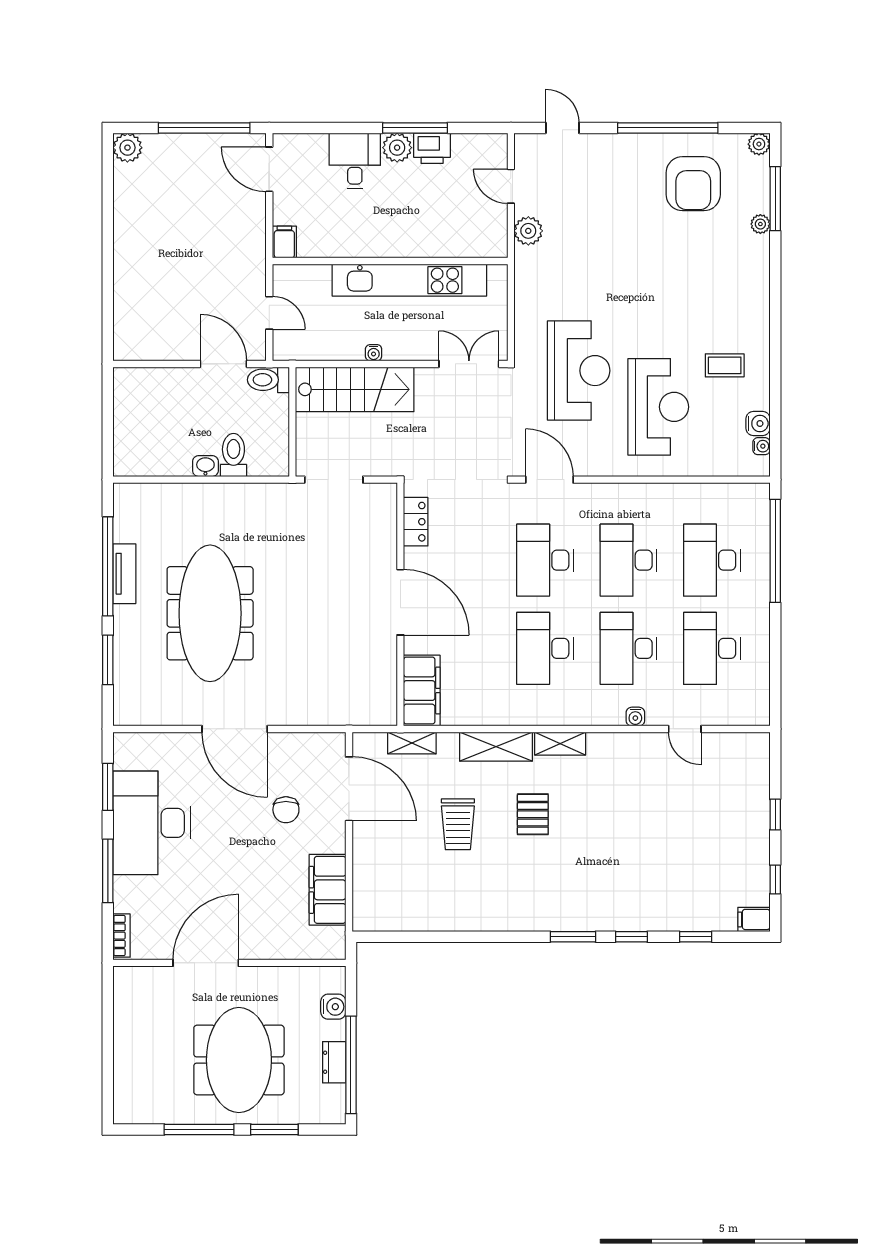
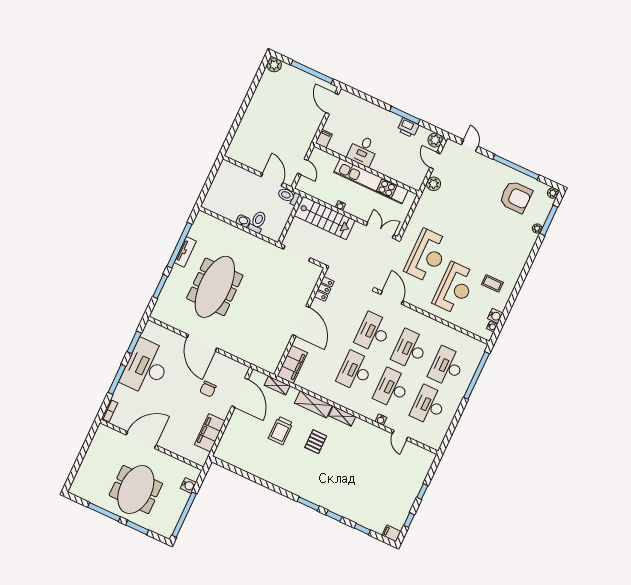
plant: (397, 148) -> (435, 140), moved
desk: (355, 161) -> (363, 151), moved, turned 180
armchair: (693, 184) -> (516, 197), turned -90
dresser: (334, 1062) -> (177, 510), removed

